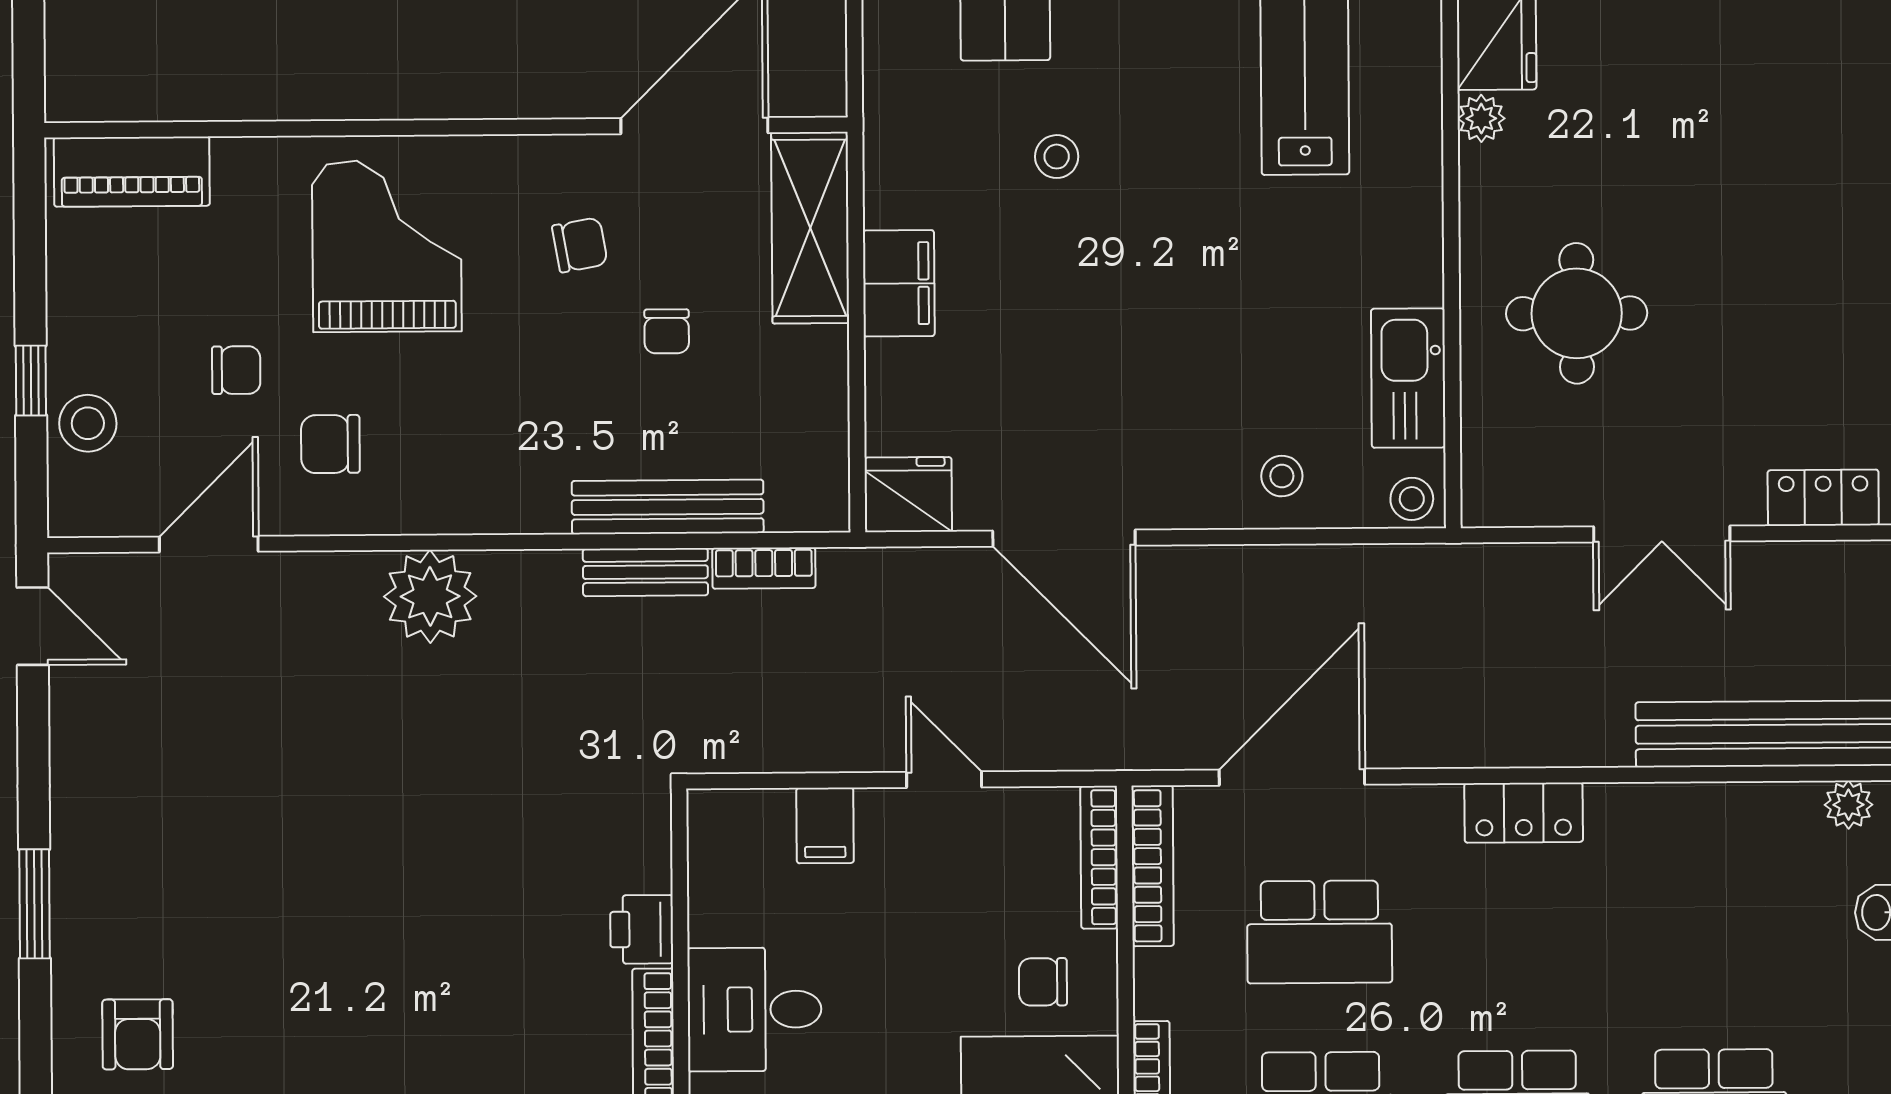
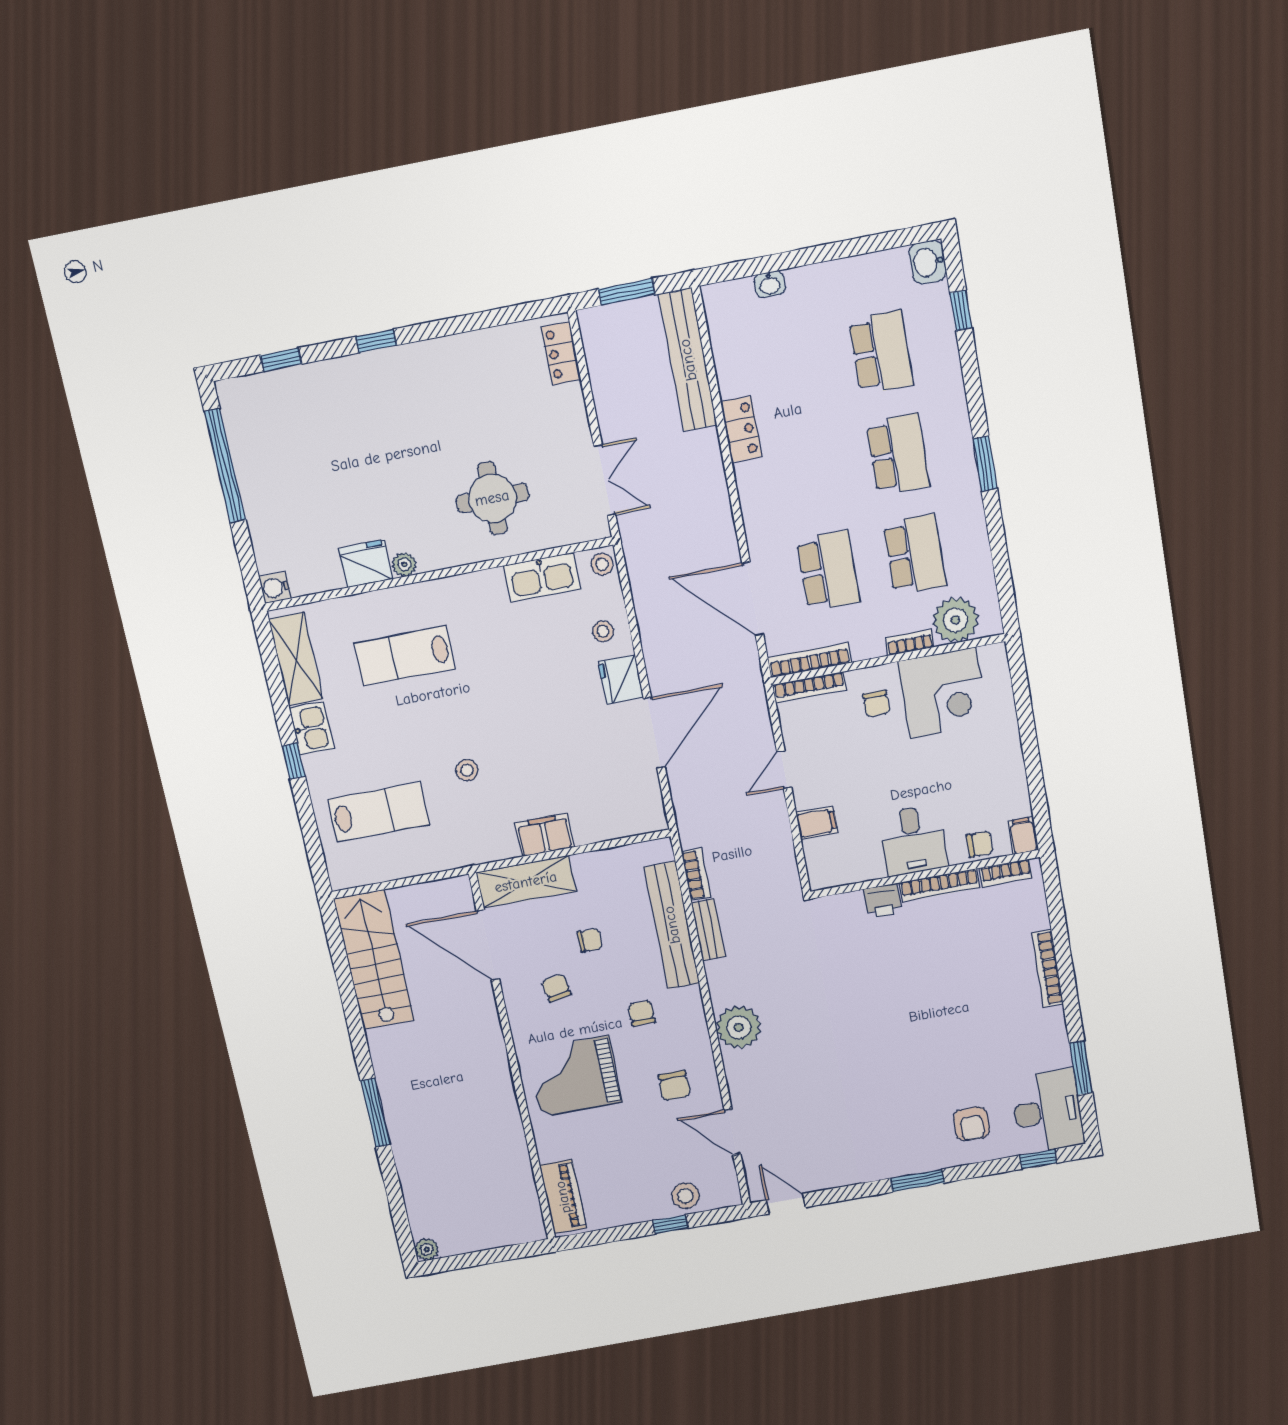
chair: (236, 370) -> (642, 1013), moved
fridge: (908, 495) -> (621, 680), moved
bench: (668, 507) -> (672, 925), width x1.37, depth x1.21
double door: (1662, 534) -> (605, 480), moved
door: (33, 626) -> (786, 1204), hinge flipped
plant: (1849, 805) -> (717, 310), removed
locker: (1524, 813) -> (741, 429), moved
armchair: (138, 1034) -> (972, 1124), turned 90

